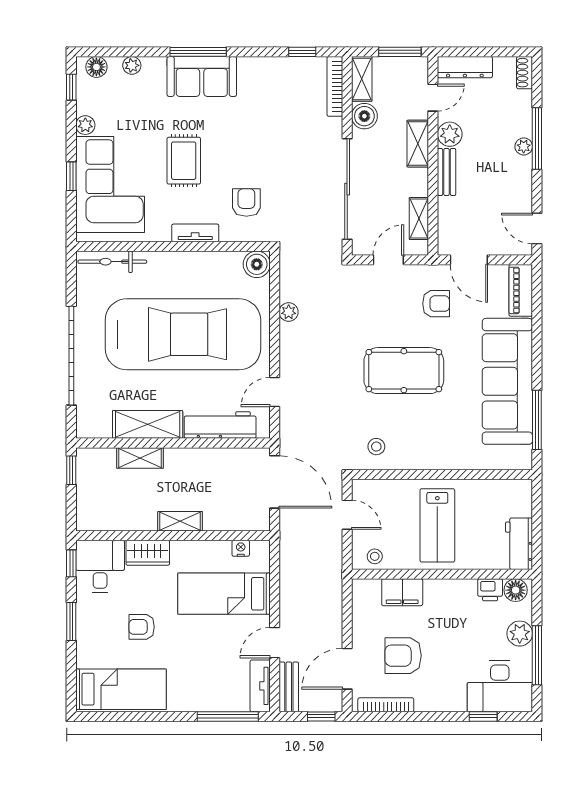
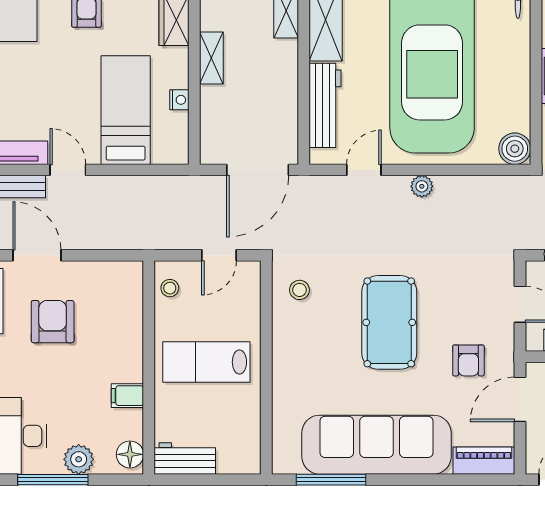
plant: (289, 312) -> (422, 186), moved
door: (275, 392) -> (364, 170), hinge flipped
nightstand: (241, 548) -> (179, 100), moved
printer: (490, 590) -> (130, 424), removed
filing cabinet: (402, 592) -> (127, 396), moved, width x0.50

